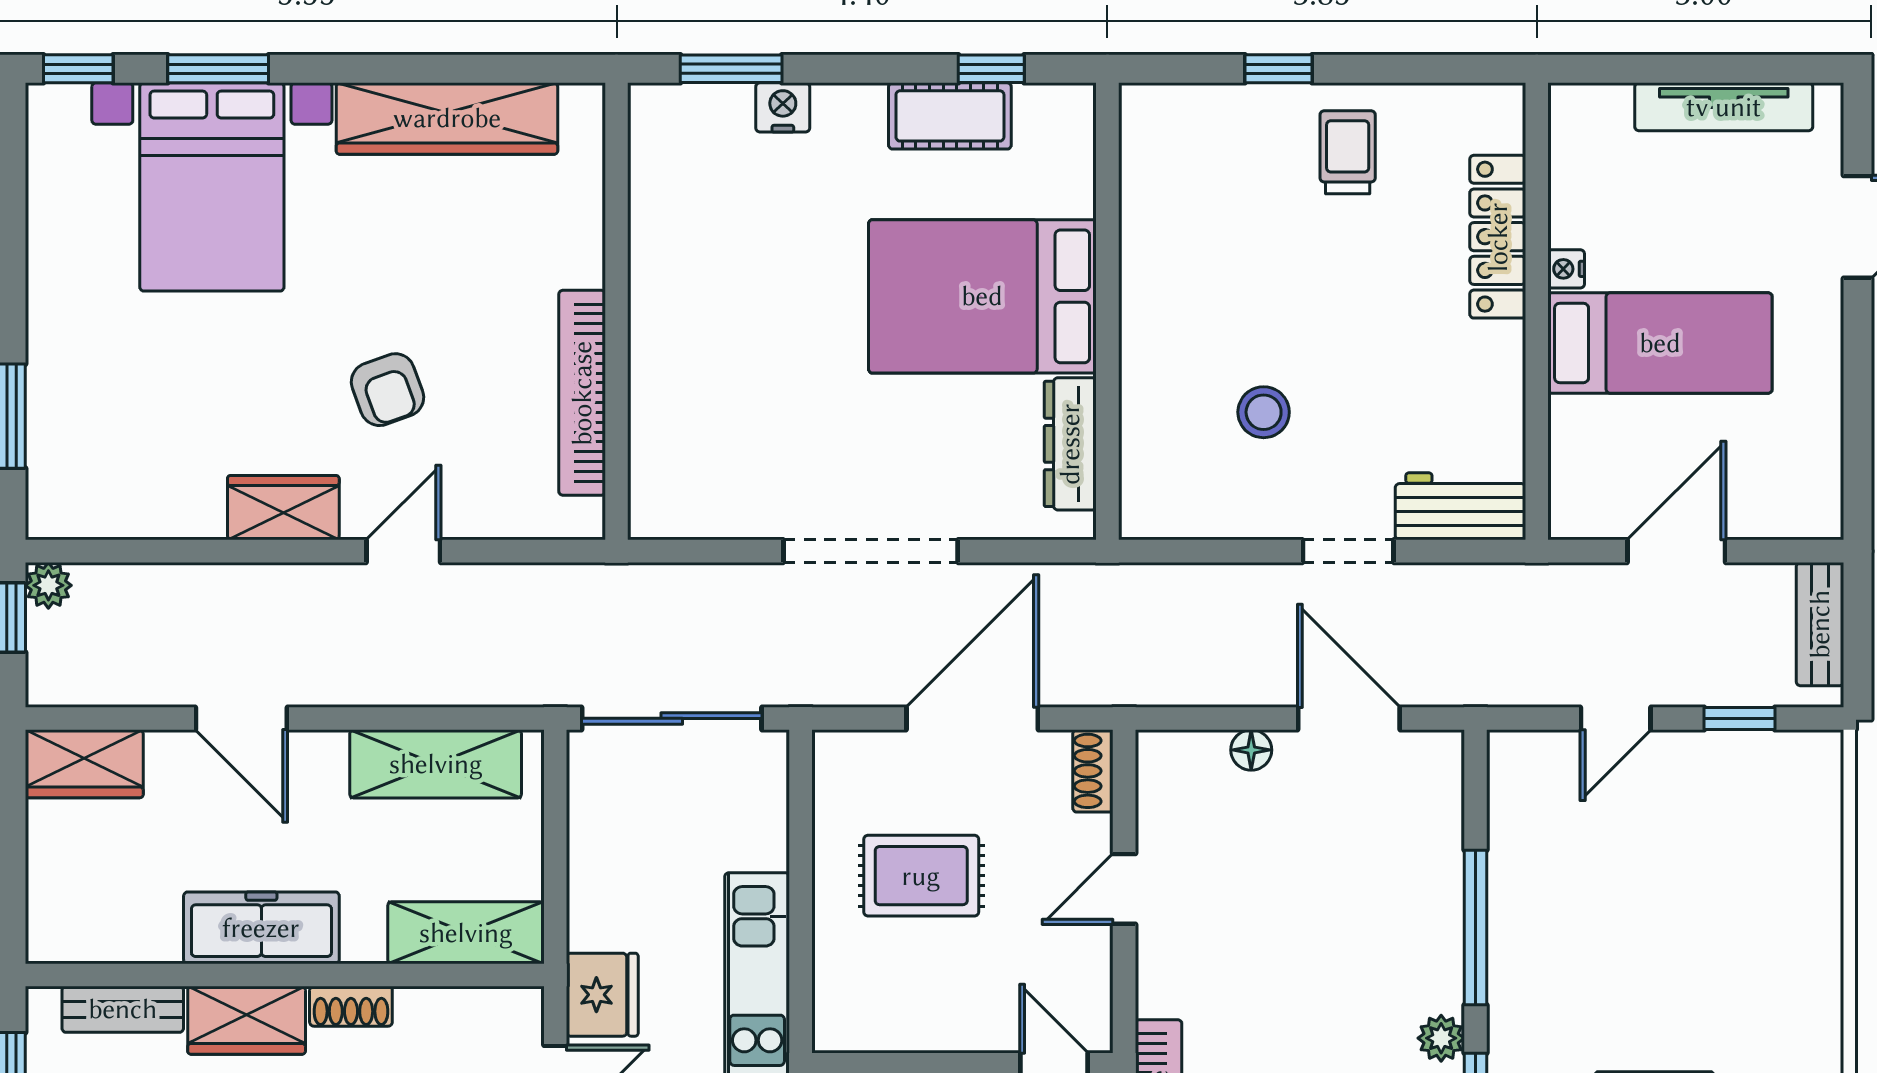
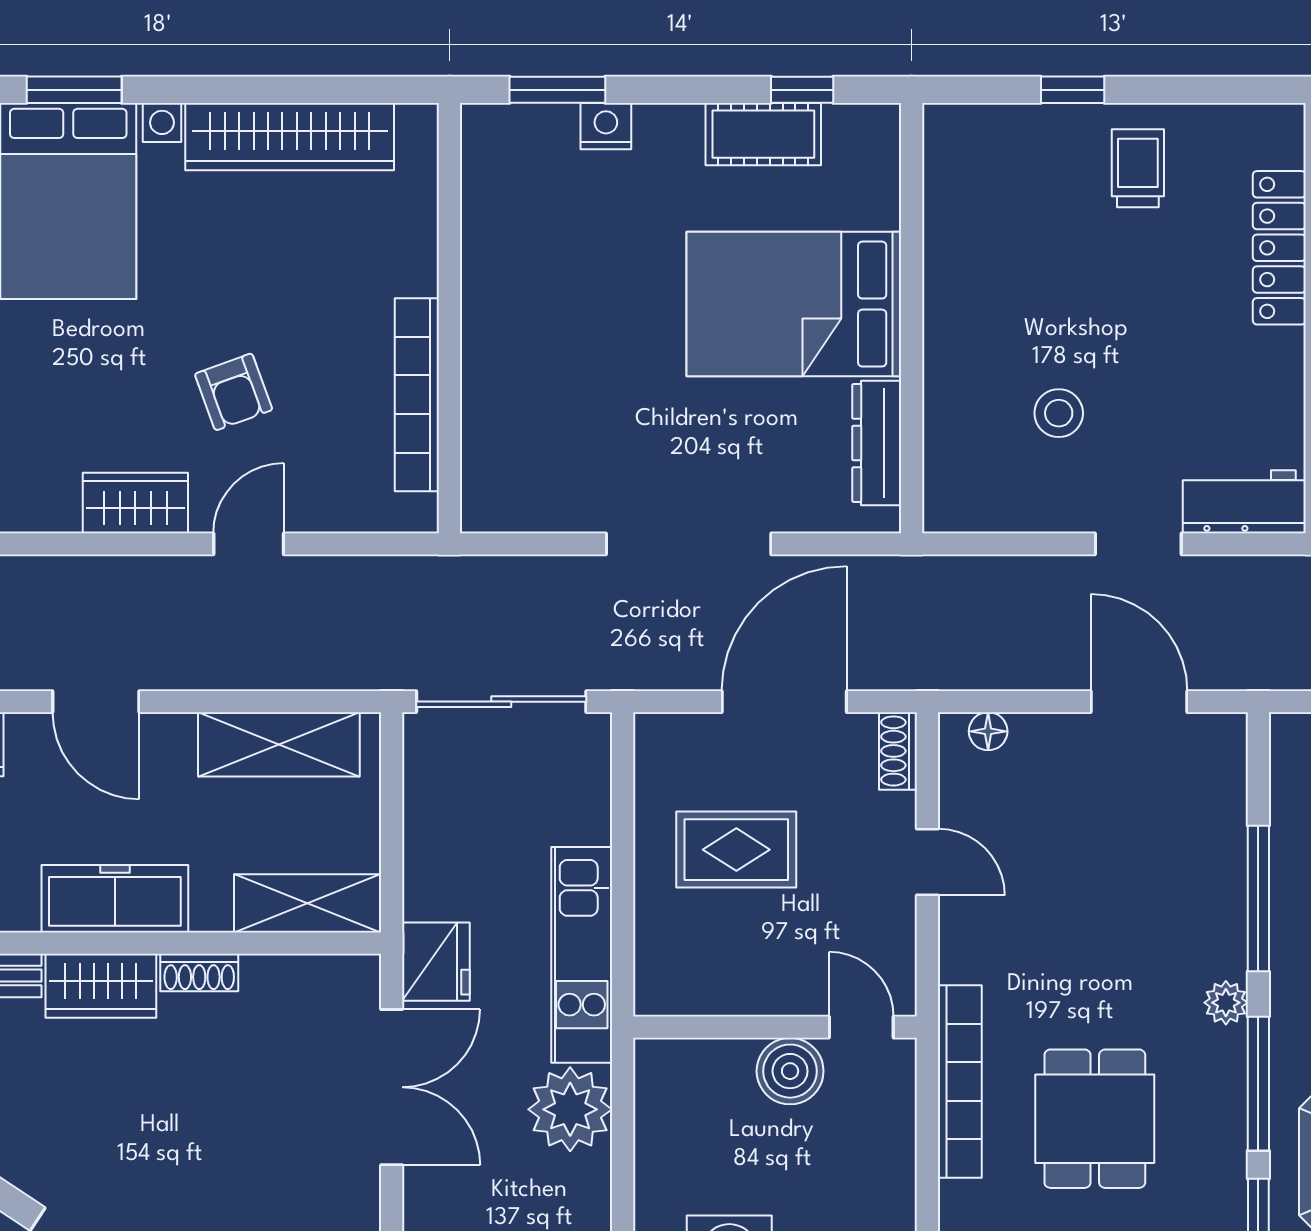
floor lamp: (1251, 750) -> (988, 731), moved
door: (1124, 889) -> (927, 862), swing flipped

